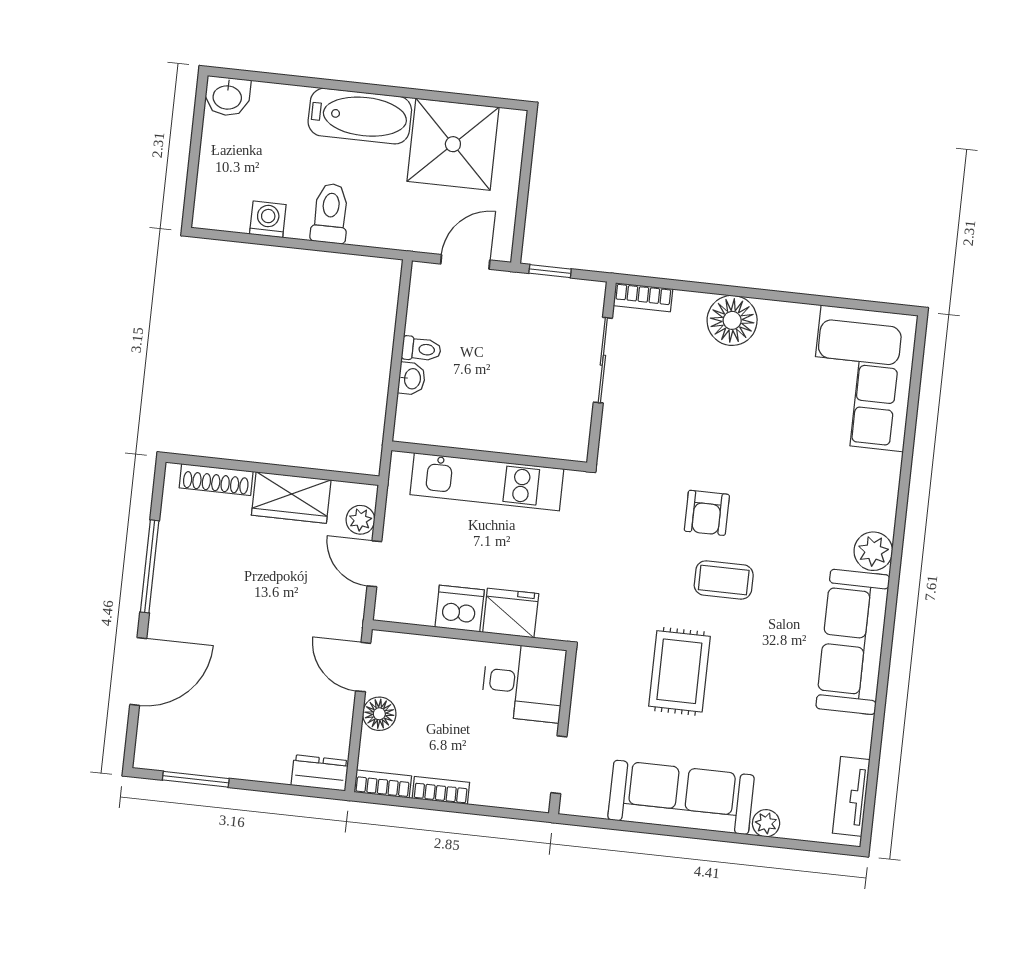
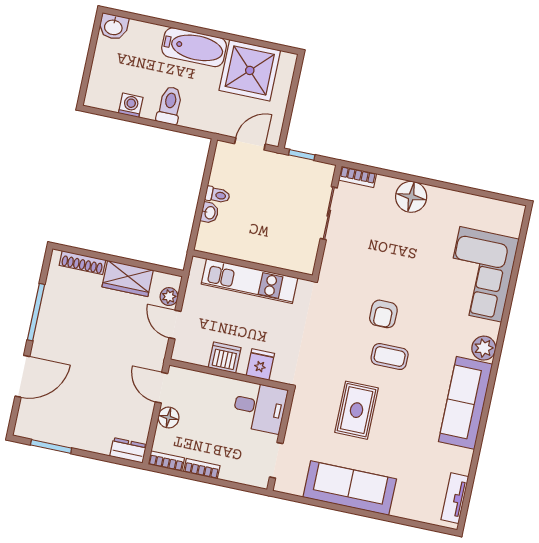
corner sofa: (862, 378) -> (481, 274), moved
fridge: (511, 613) -> (260, 364), width x0.72
plant: (766, 823) -> (401, 509), removed

